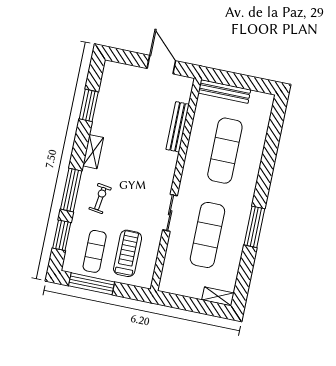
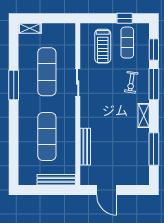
window: (89, 105) -> (154, 149), width x1.44
window: (92, 284) -> (125, 18), width x0.46

